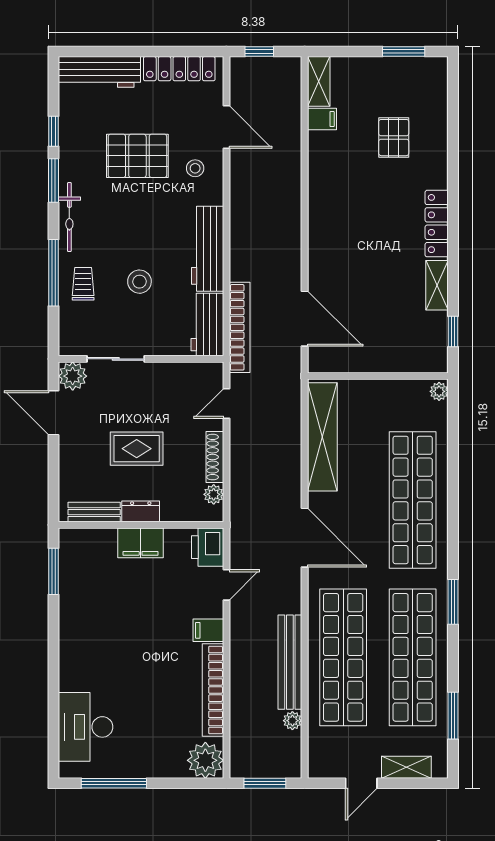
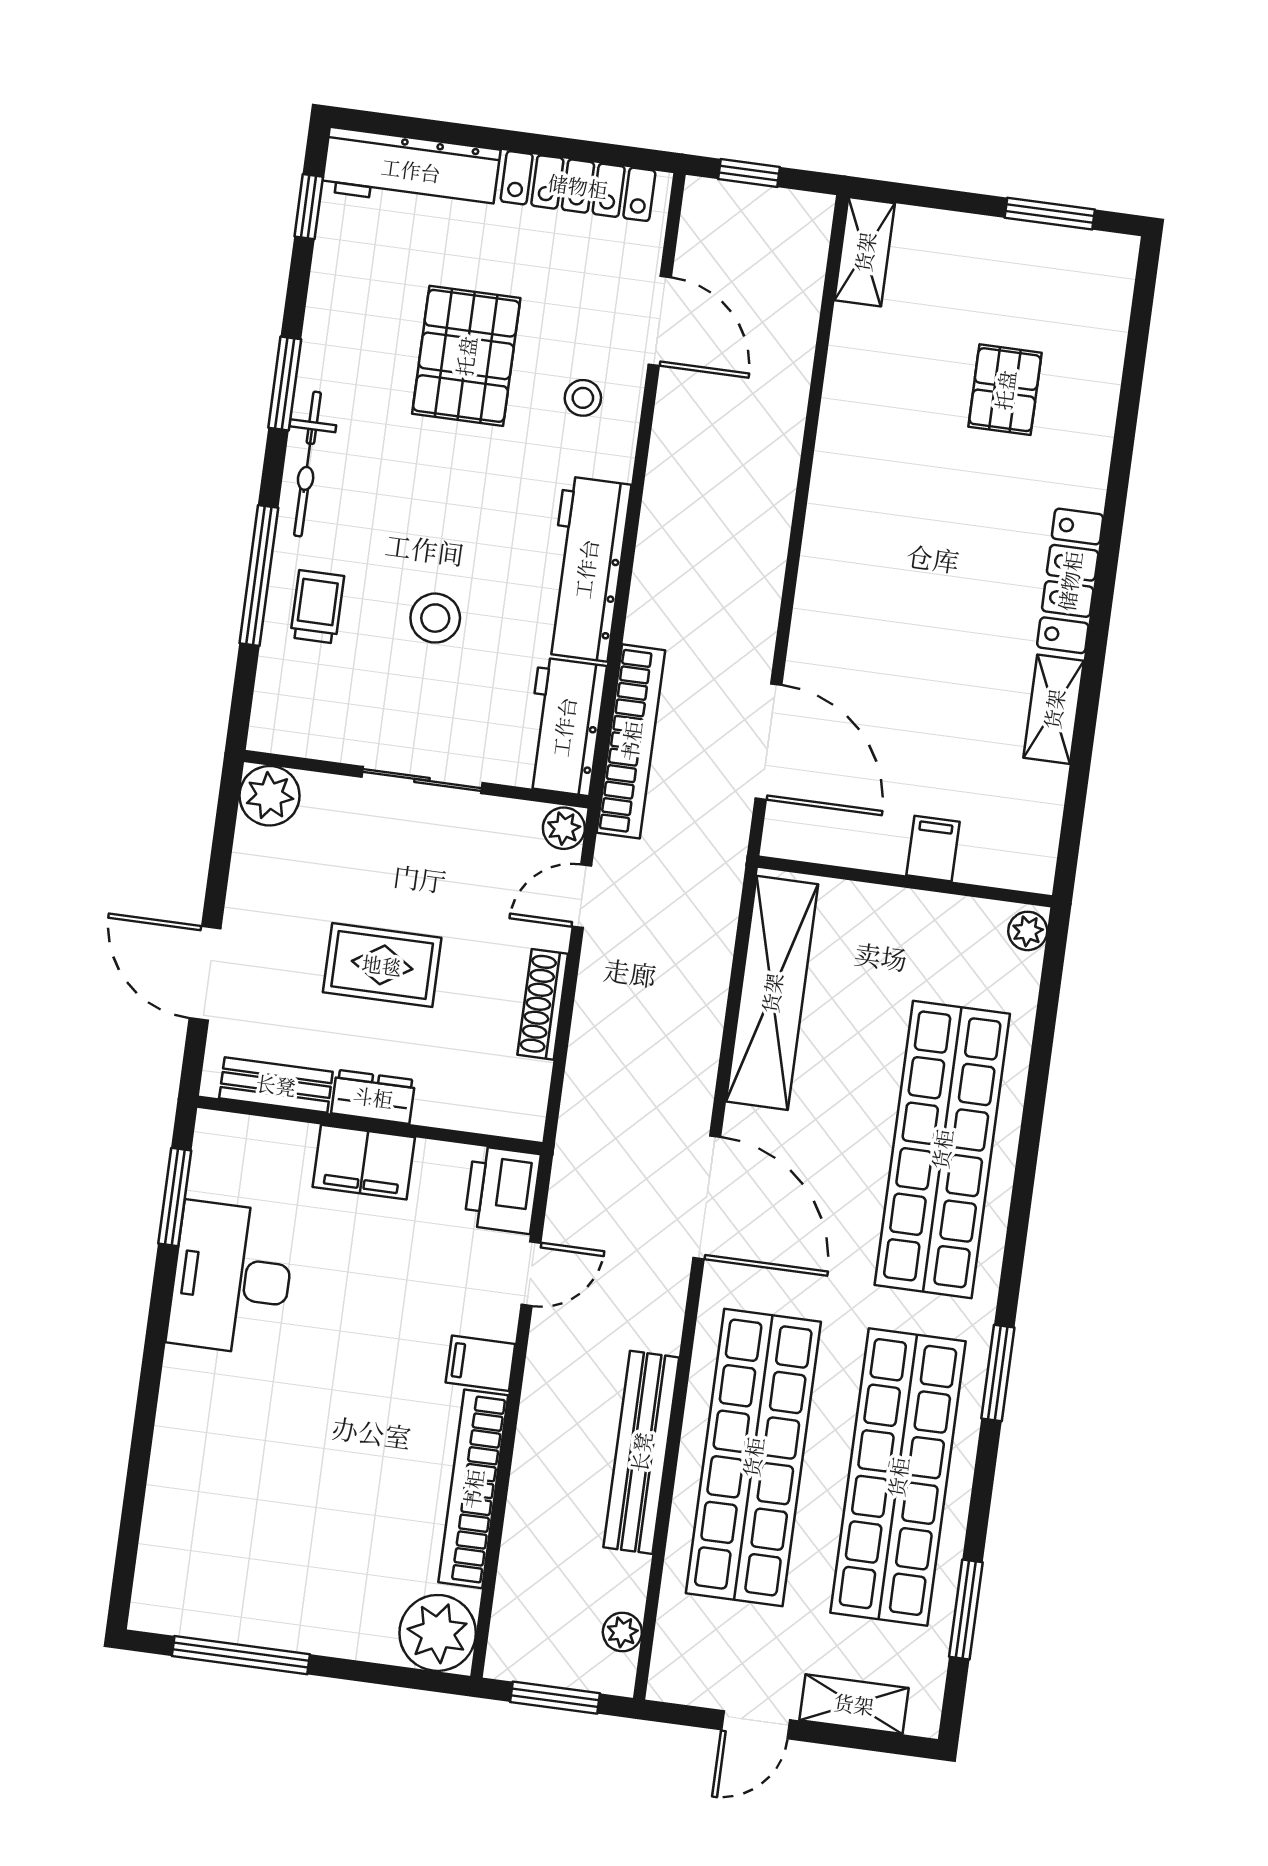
filing cabinet: (322, 119) -> (933, 849), moved, turned -90
window: (54, 131) -> (309, 207), moved
pallet: (137, 156) -> (466, 356), turned 90
window: (453, 332) -> (1074, 810), removed
sliding door: (116, 359) -> (422, 780), moved
door: (54, 413) -> (205, 973), moved
plant: (214, 494) -> (564, 828), moved
plant: (292, 721) -> (622, 1632), moved
desk: (86, 727) -> (232, 1278), moved

